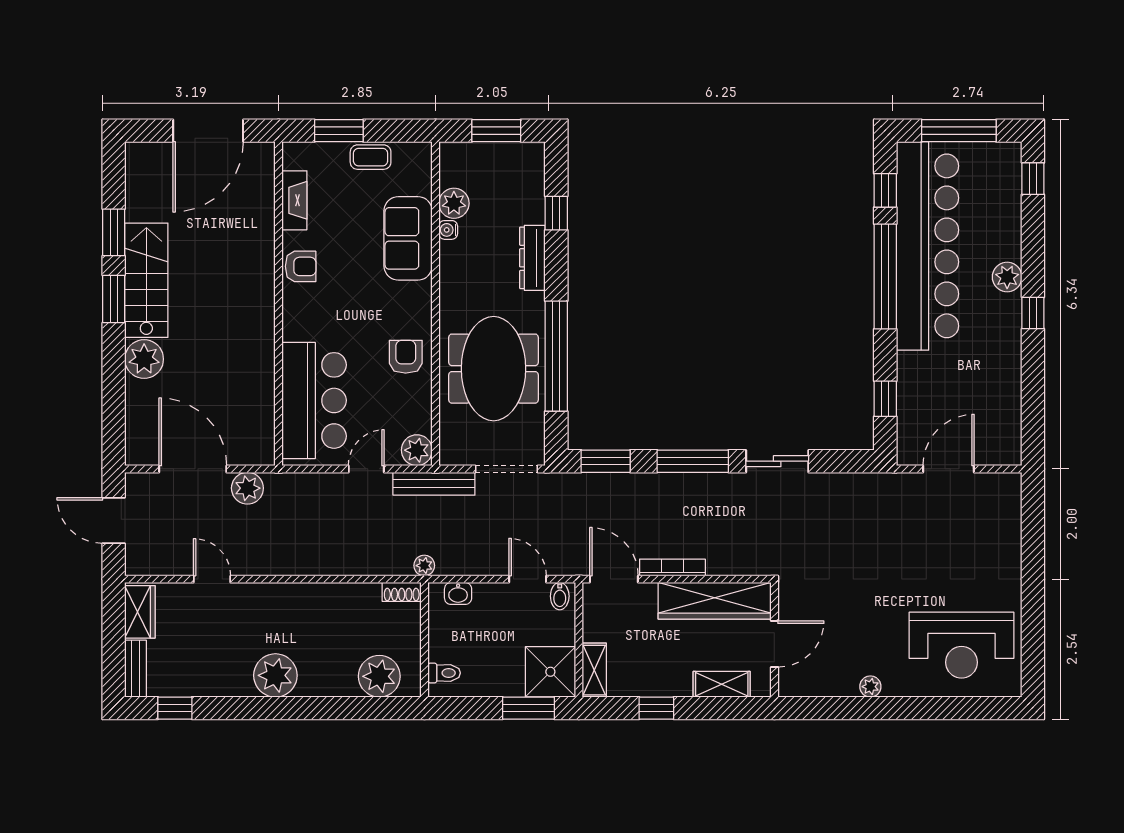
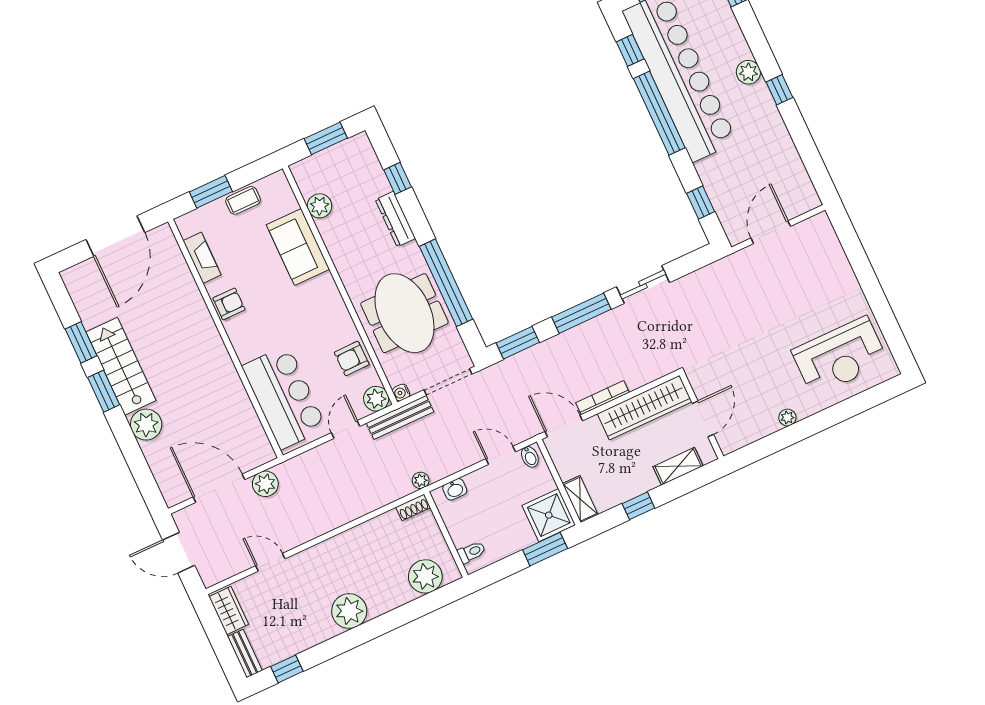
water cooler: (448, 230) -> (401, 393), moved
armchair: (406, 357) -> (352, 358), moved, turned -91

